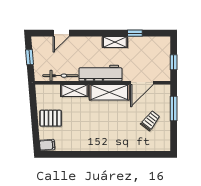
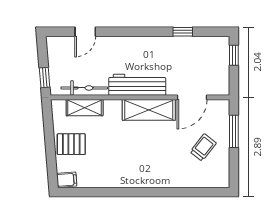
shelving: (115, 42) -> (156, 43), removed
window: (30, 57) -> (45, 78), moved
window: (174, 62) -> (234, 55), moved
shelving: (74, 91) -> (85, 108), moved

